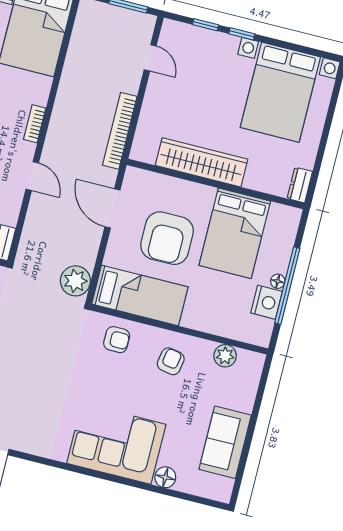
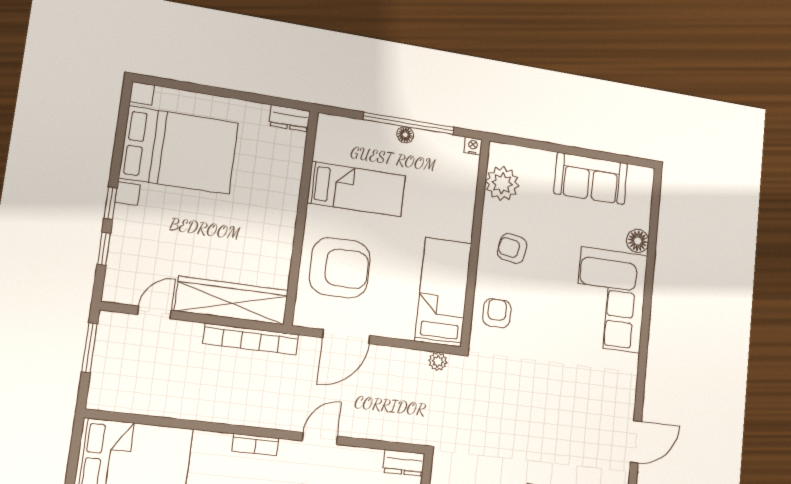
wardrobe: (201, 162) -> (232, 301), moved, turned 90
bed: (235, 233) -> (356, 189), width x0.67
armchair: (167, 238) -> (340, 268), moved
plant: (75, 281) -> (438, 361), width x0.53, depth x0.53
nightstand: (267, 302) -> (473, 146), moved, width x0.53, depth x0.56
plant: (225, 356) -> (502, 183), width x1.36, depth x1.36

